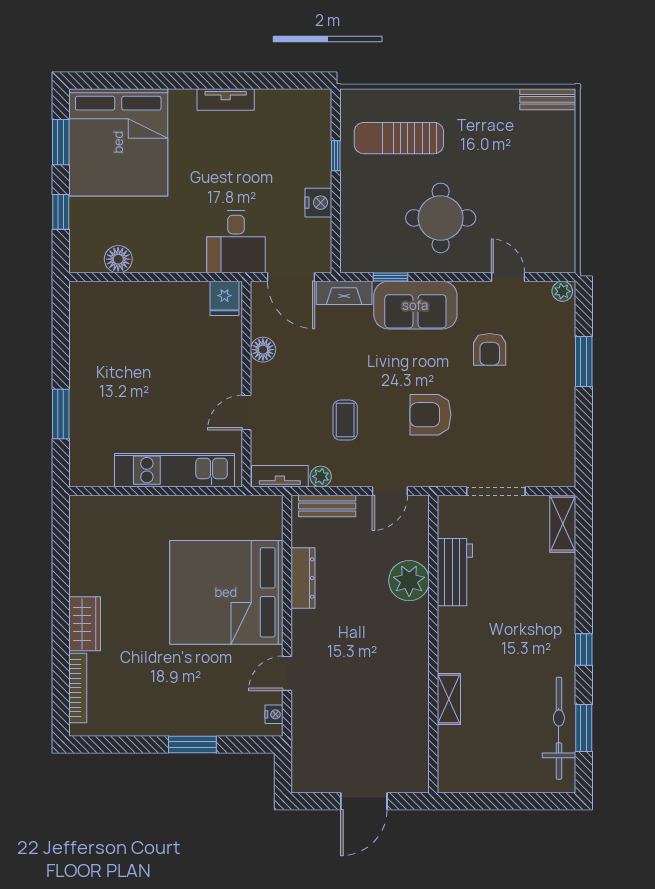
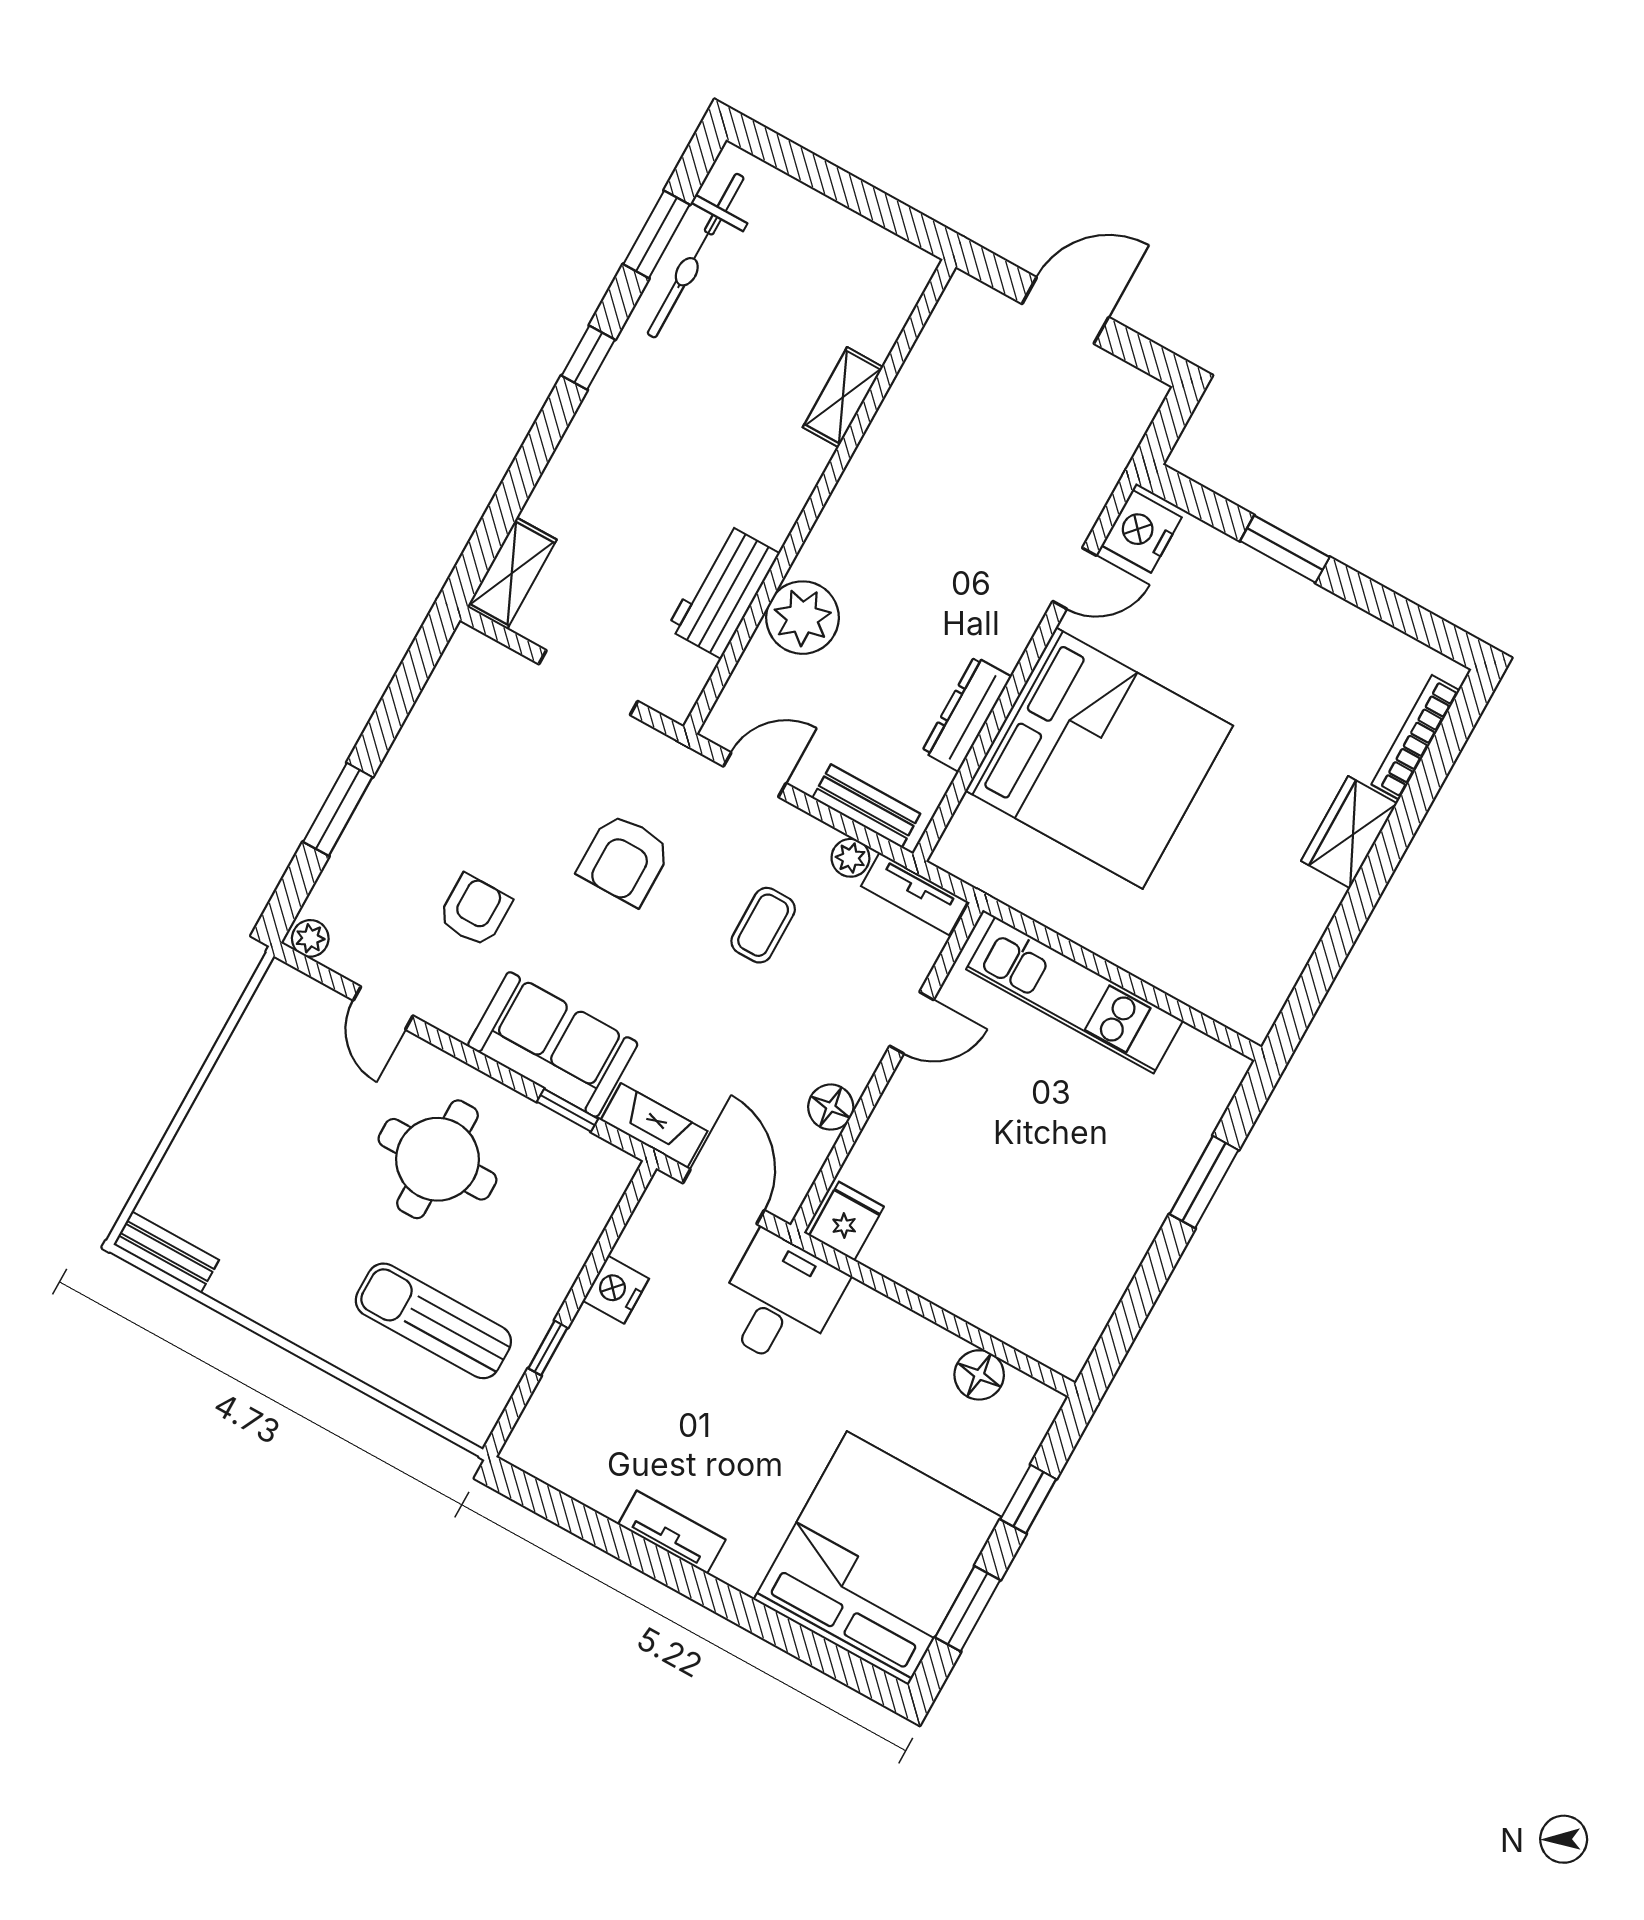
sun lounger: (399, 138) -> (433, 1321), turned 180
armchair: (430, 415) -> (624, 859), turned 90
nightstand: (274, 714) -> (1142, 531), width x1.89, depth x1.79

